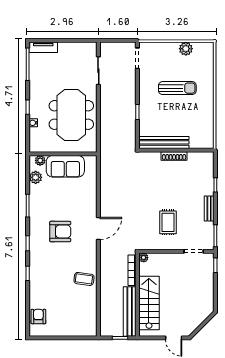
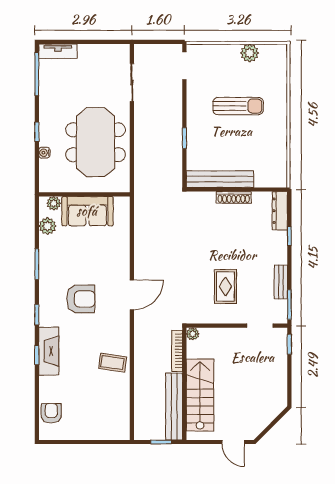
dresser: (208, 166) -> (280, 211), added
bench: (209, 208) -> (281, 282), moved
fireplace: (36, 270) -> (49, 351), added

